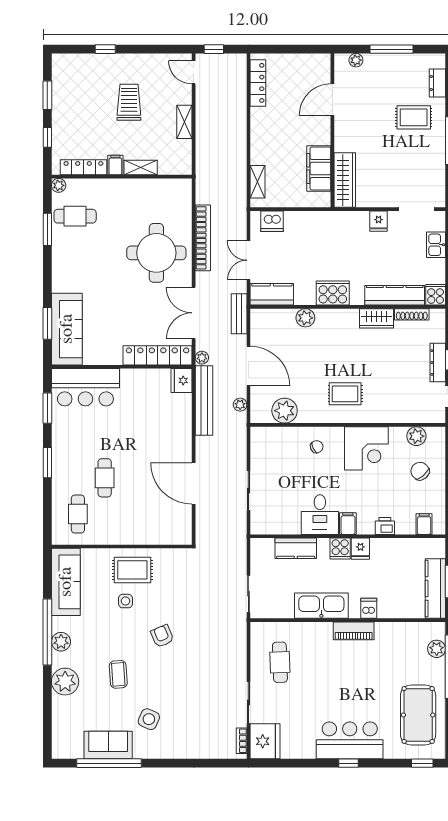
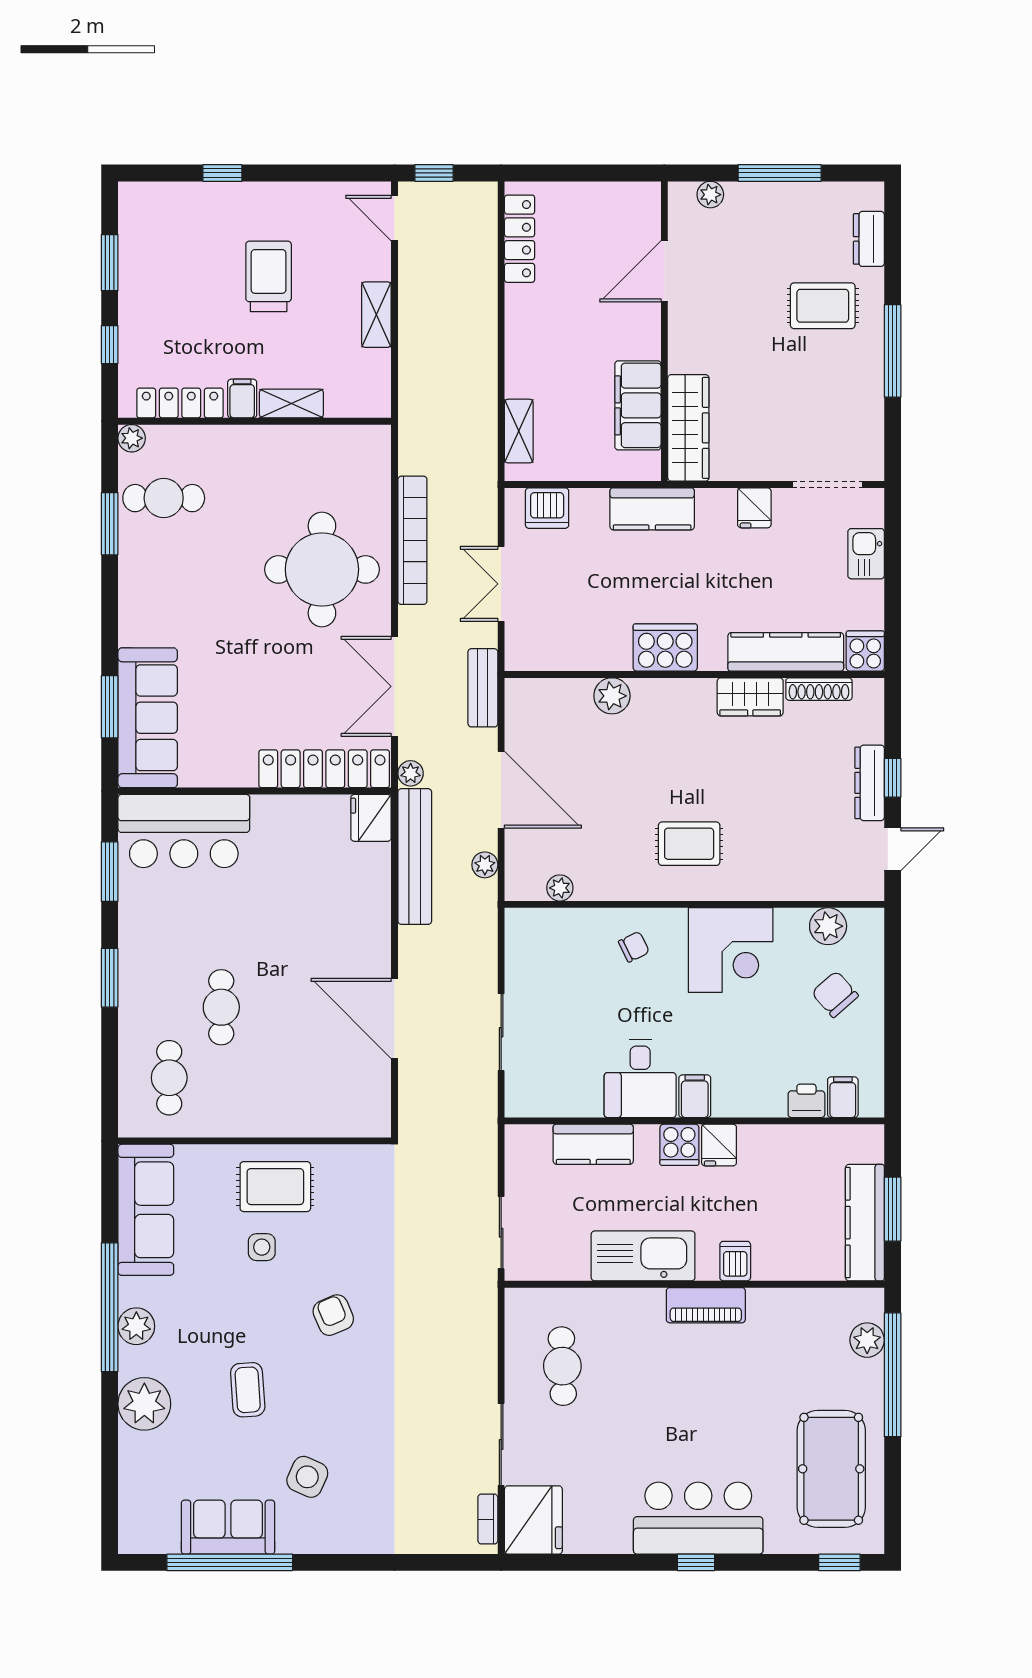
kitchen counter: (272, 294) -> (652, 509), moved, turned 180
plant: (285, 411) -> (560, 888), width x0.53, depth x0.53
printer: (385, 526) -> (806, 1101), moved

